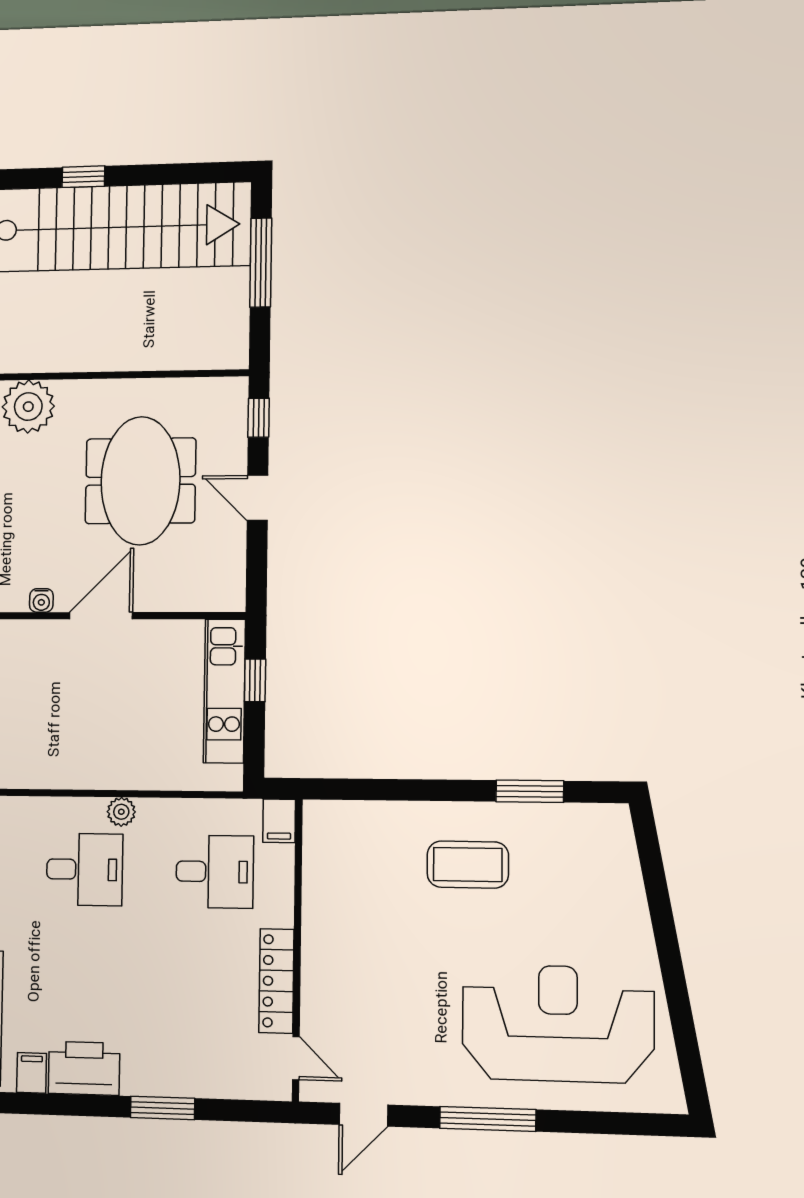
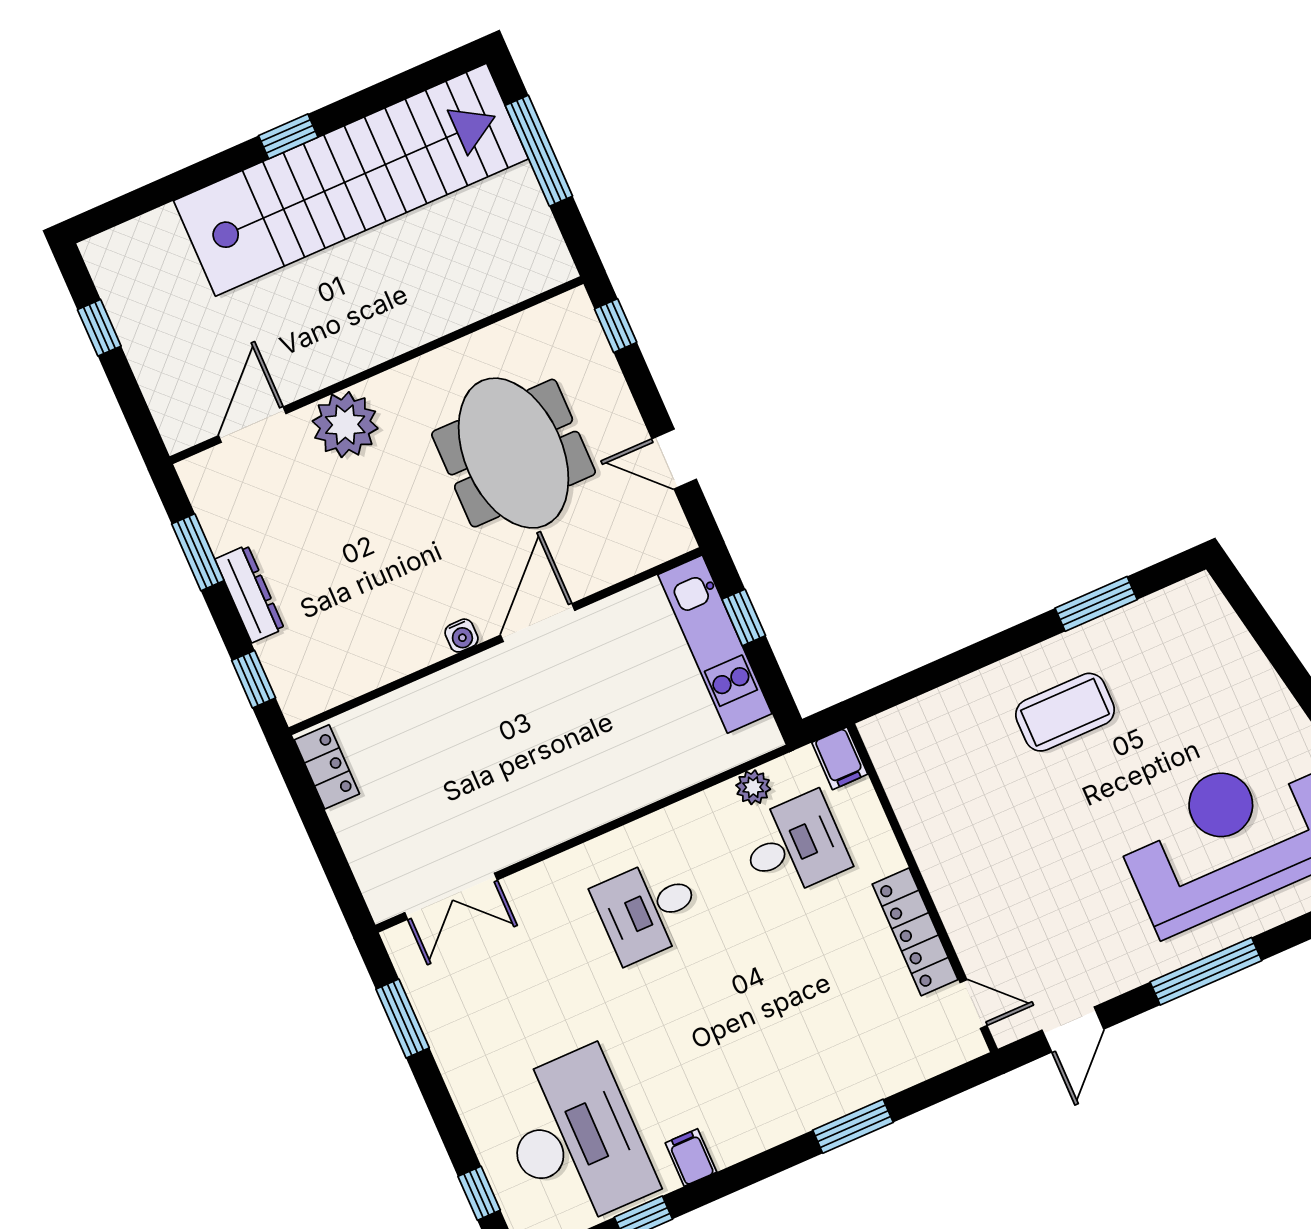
door: (258, 498) -> (674, 459), moved
plant: (121, 812) -> (753, 787), moved
desk: (85, 869) -> (648, 910), turned 180
printer: (84, 1068) -> (747, 1125), removed

